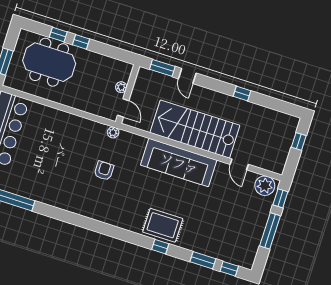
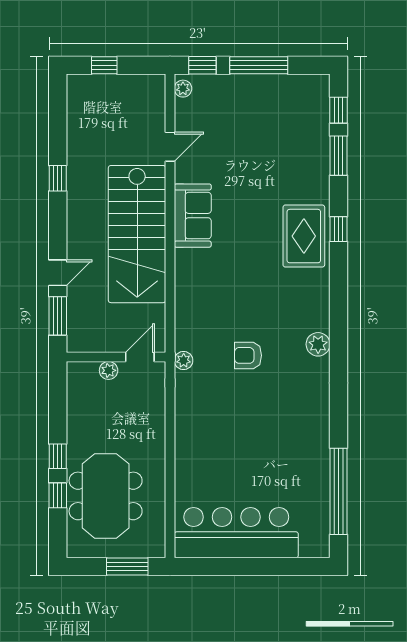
sofa: (179, 163) -> (193, 216), width x0.54, depth x0.79
plant: (265, 186) -> (183, 89), width x0.53, depth x0.53
plant: (97, 213) -> (318, 344), added

